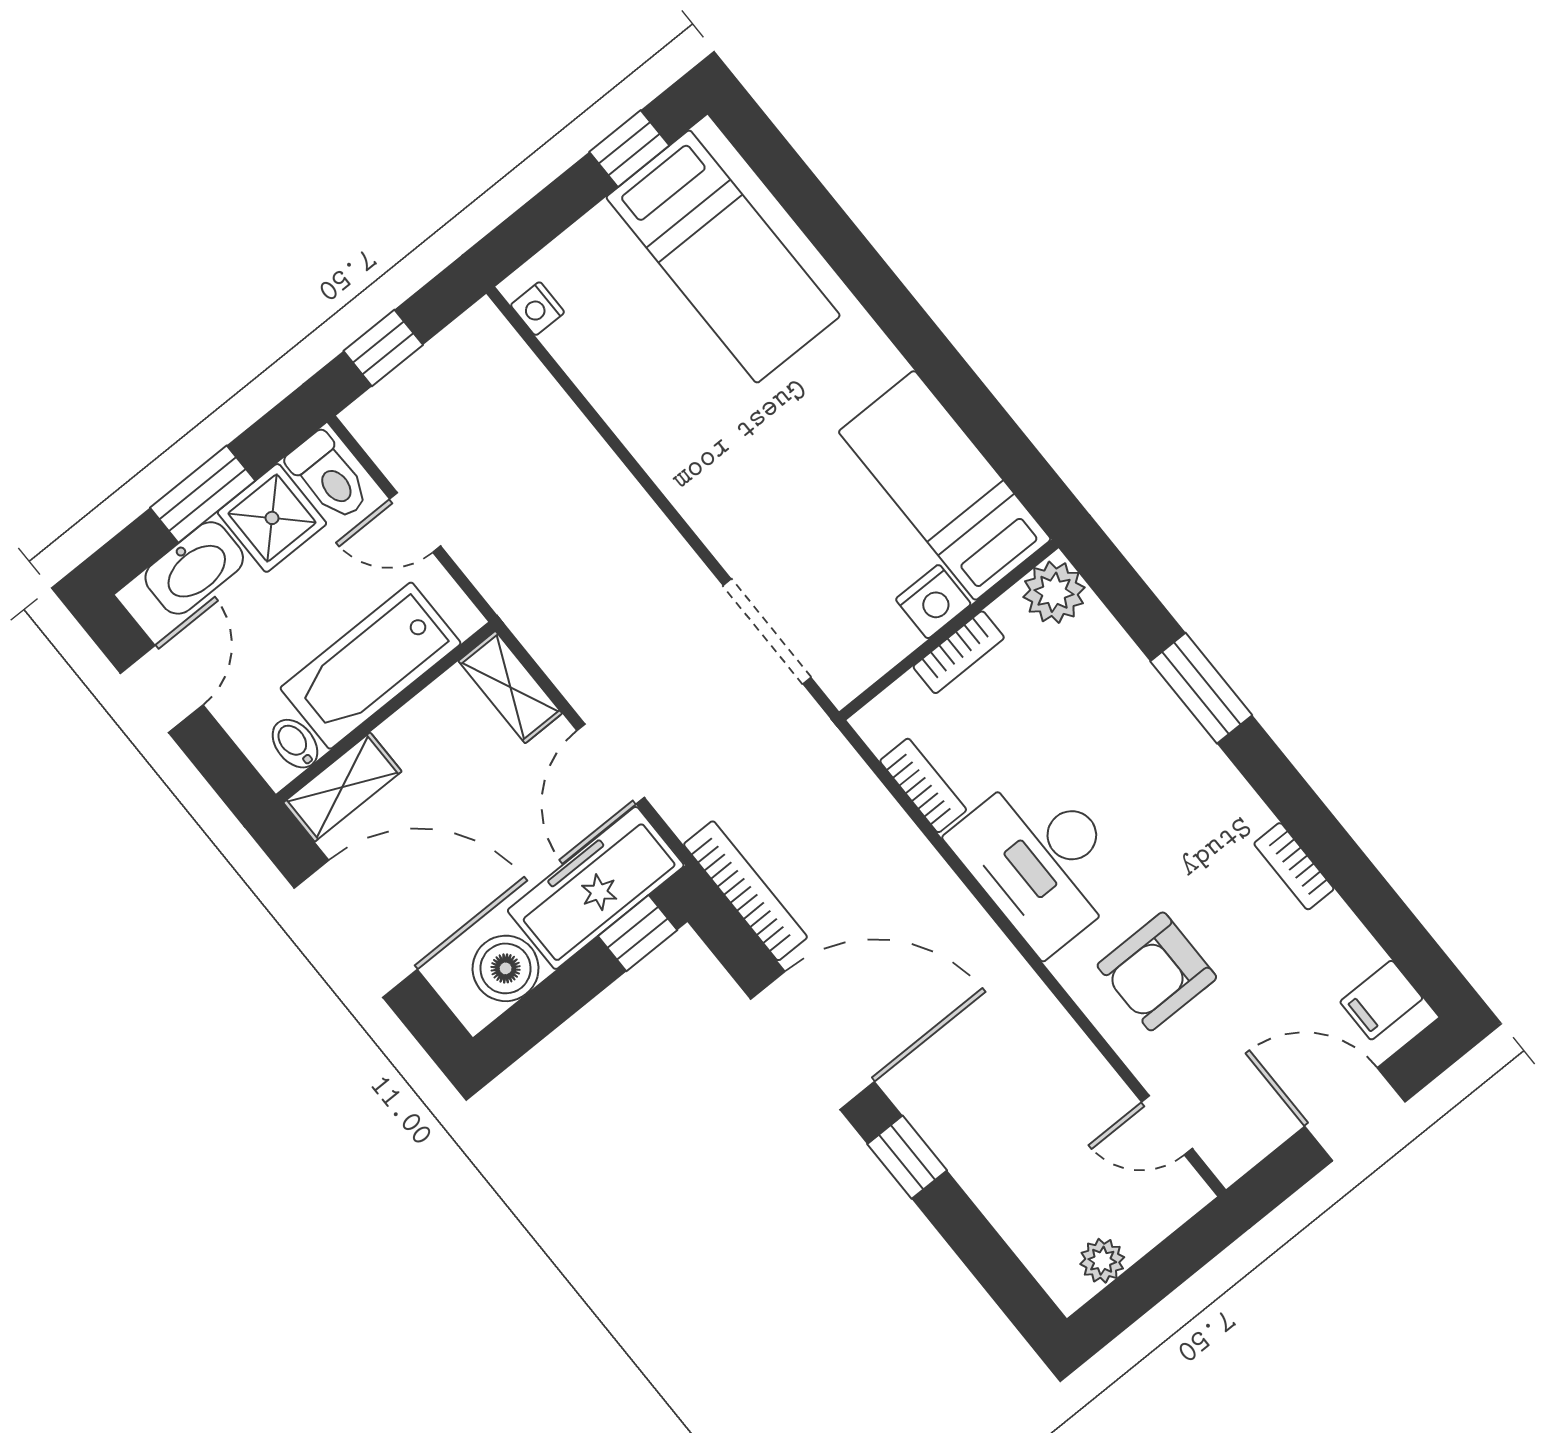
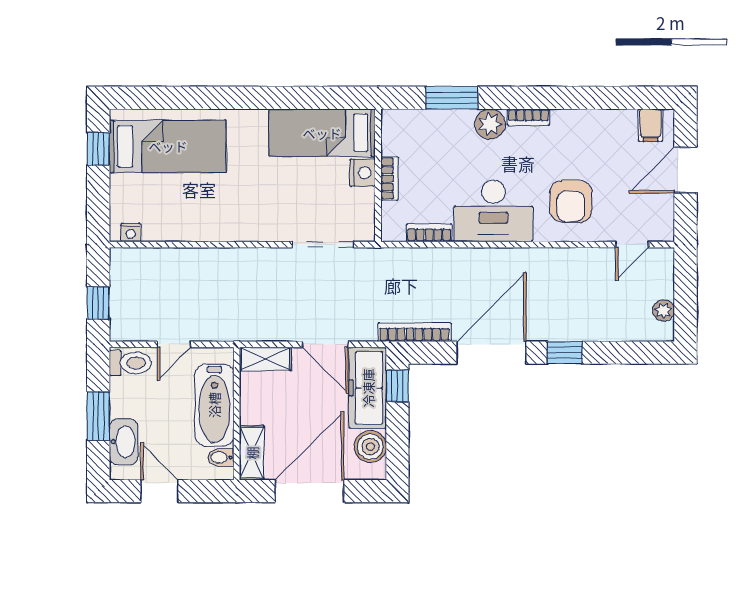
shower: (272, 518) -> (128, 397), removed
plant: (1054, 592) -> (490, 124), moved
window: (1201, 688) -> (452, 98), moved
bookcase: (1294, 866) -> (528, 117), moved

